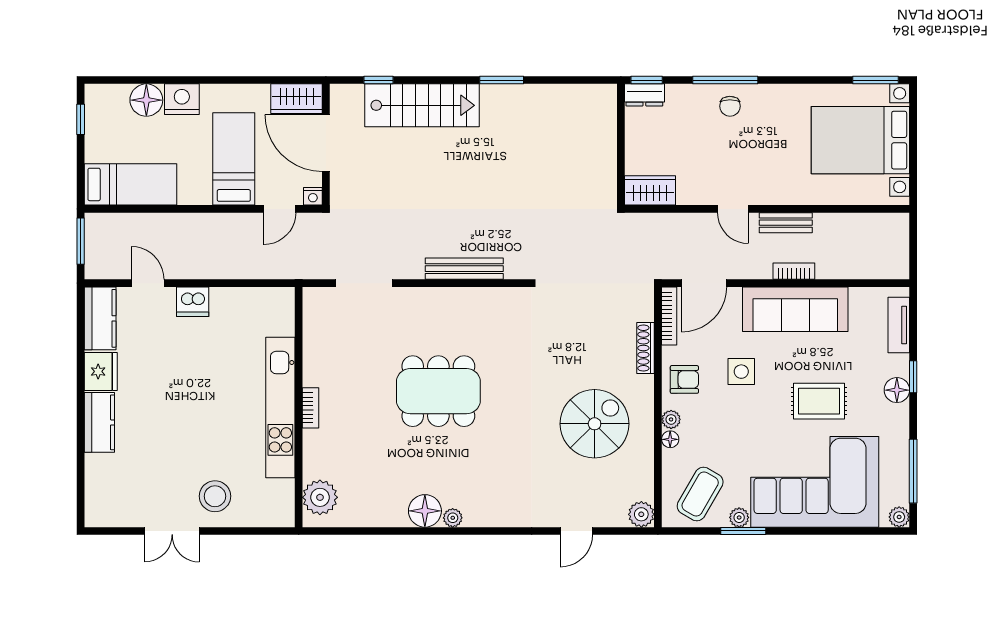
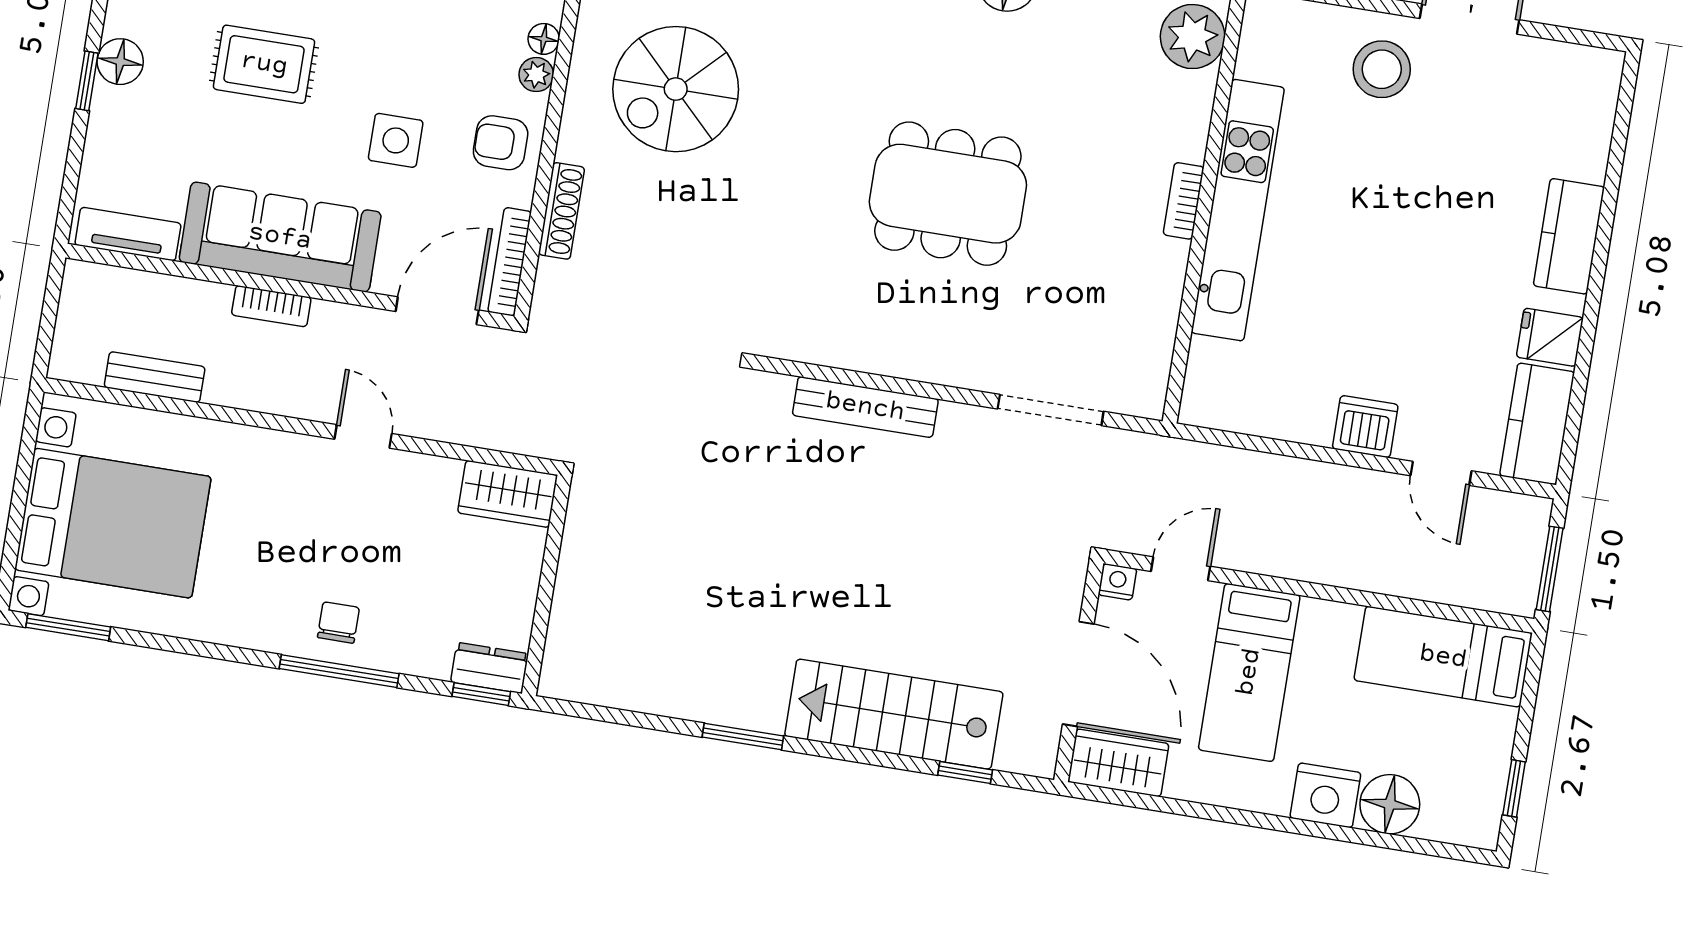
bench: (786, 223) -> (155, 377), moved
tv unit: (899, 325) -> (128, 234), moved, turned -90
fridge: (101, 371) -> (1550, 337), width x0.72

